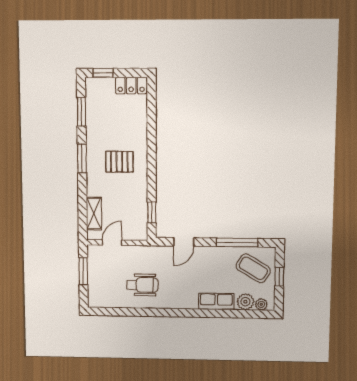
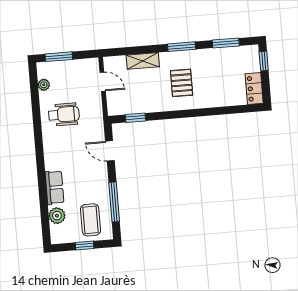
shelving: (94, 214) -> (143, 61), moved
coffee table: (253, 268) -> (91, 220), turned -31
window: (83, 271) -> (59, 57), moved
wheelchair: (142, 285) -> (64, 114), turned -90
plant: (261, 304) -> (44, 85), moved

